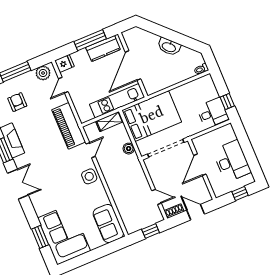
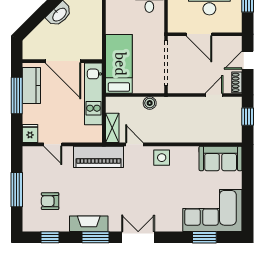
plant: (43, 73) -> (31, 161), removed
bed: (152, 116) -> (119, 64), width x0.67
shelving: (109, 122) -> (112, 128), moved

